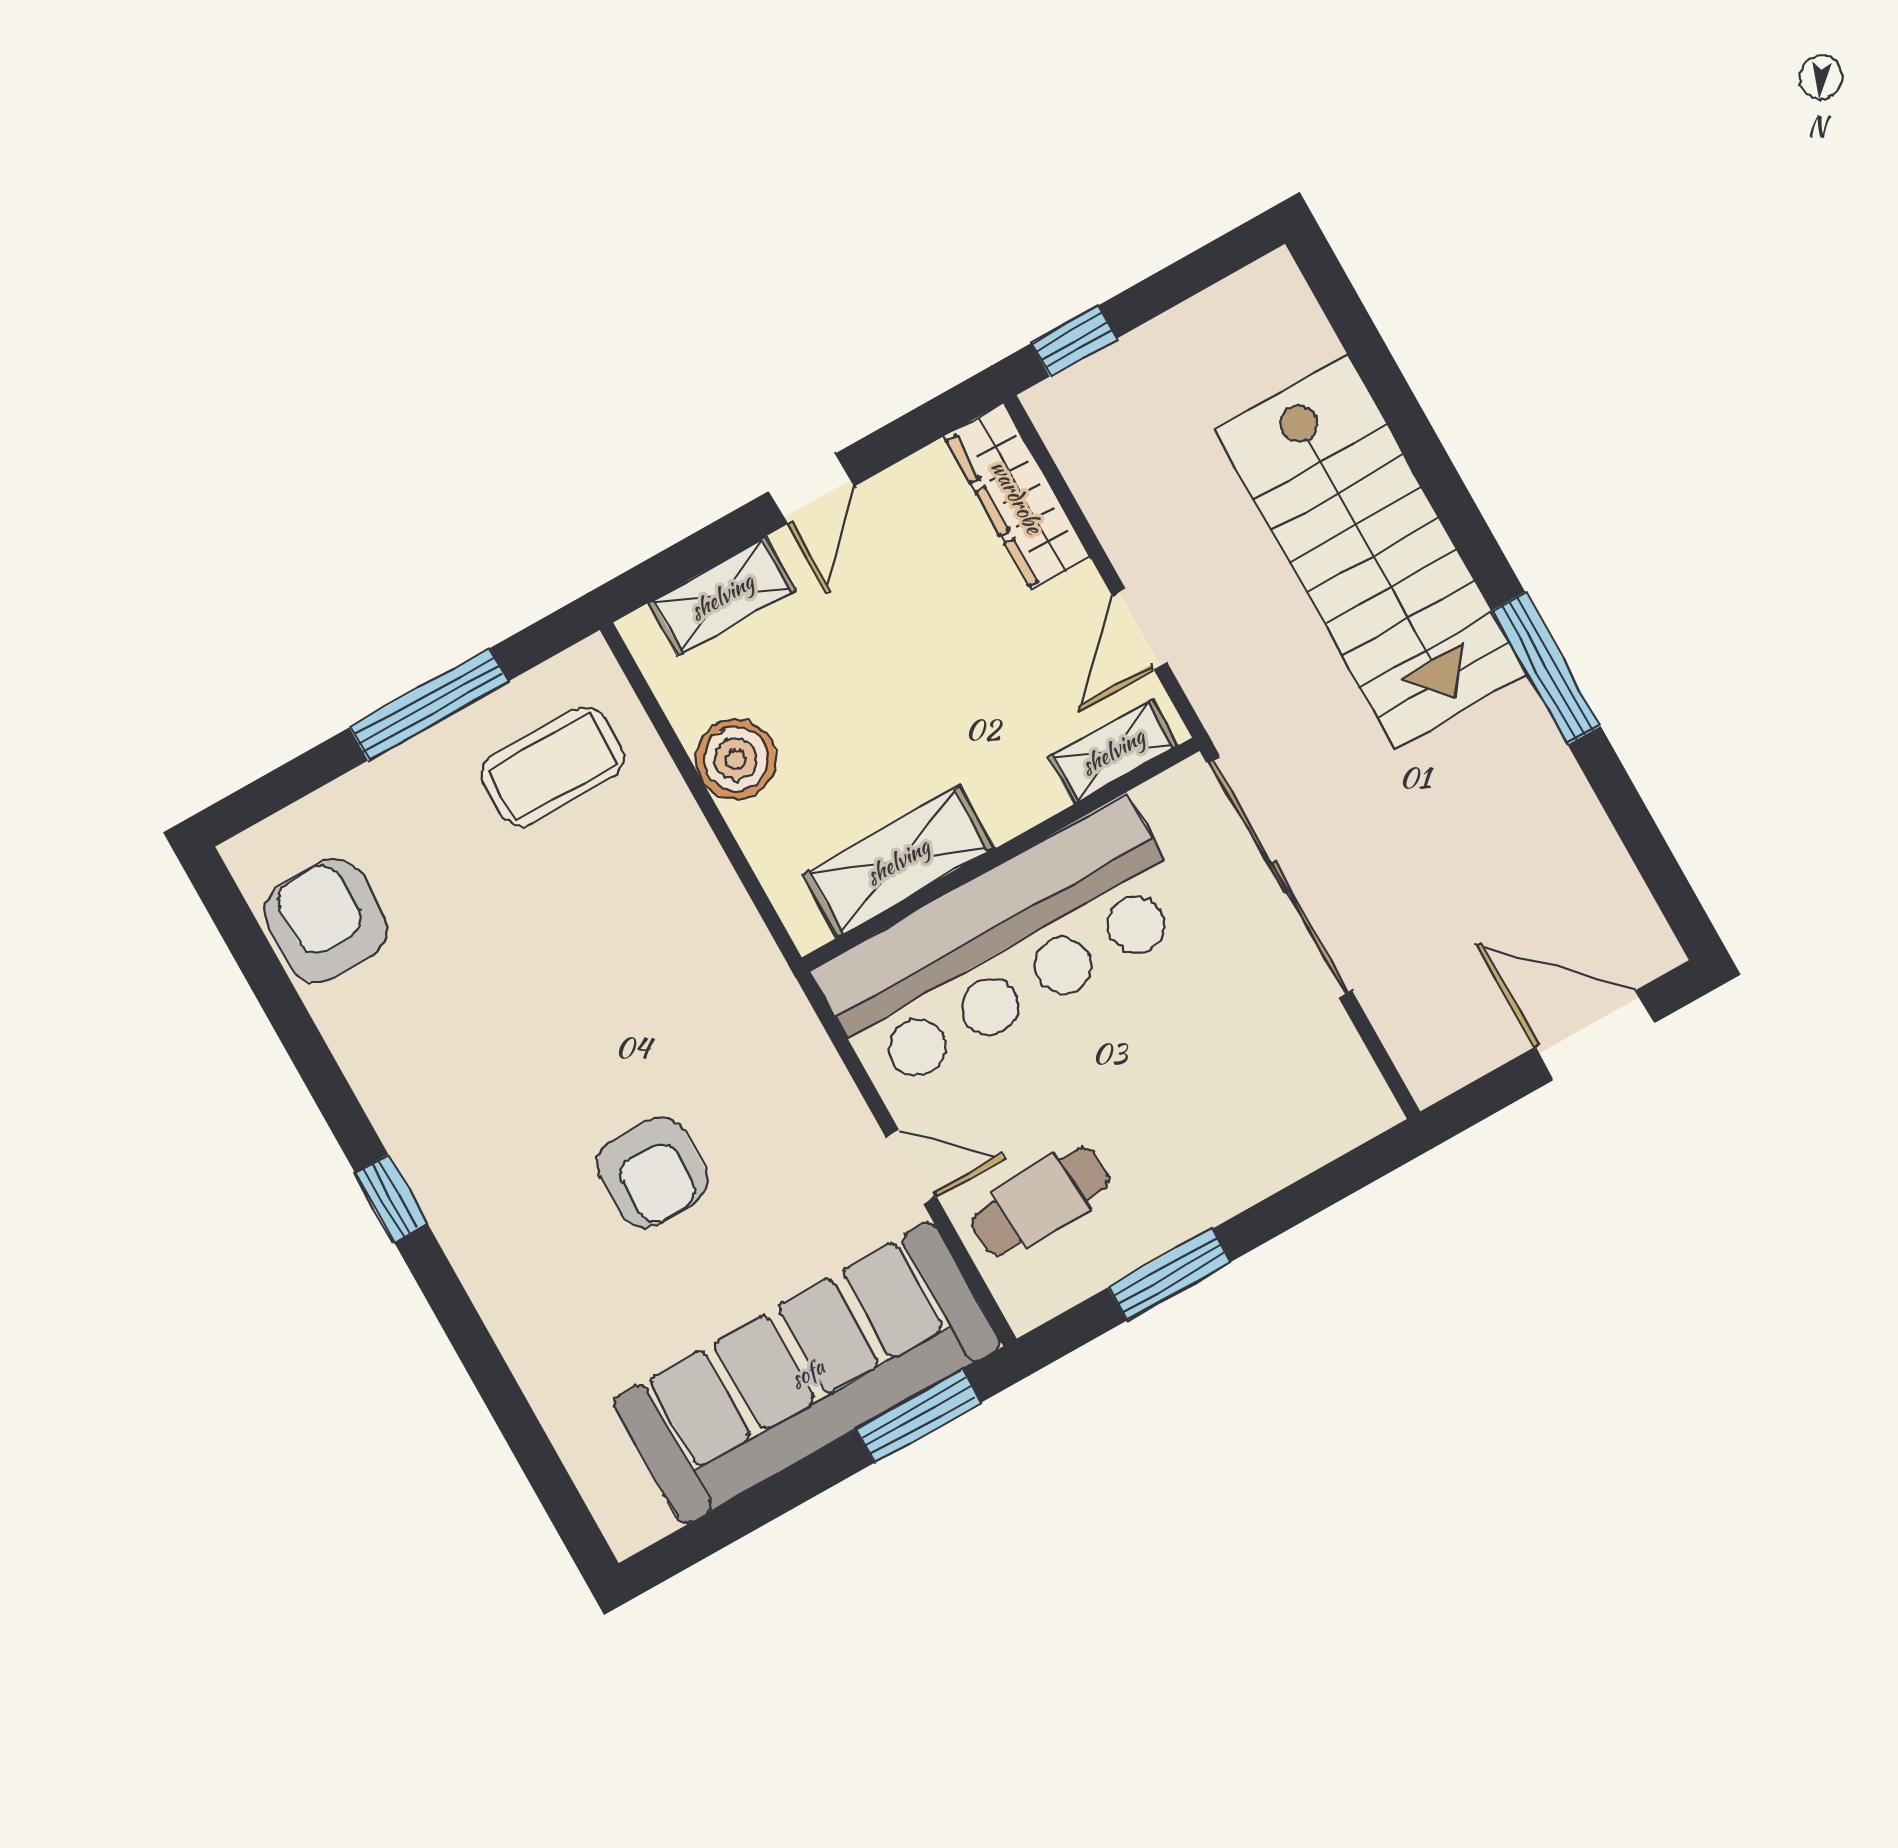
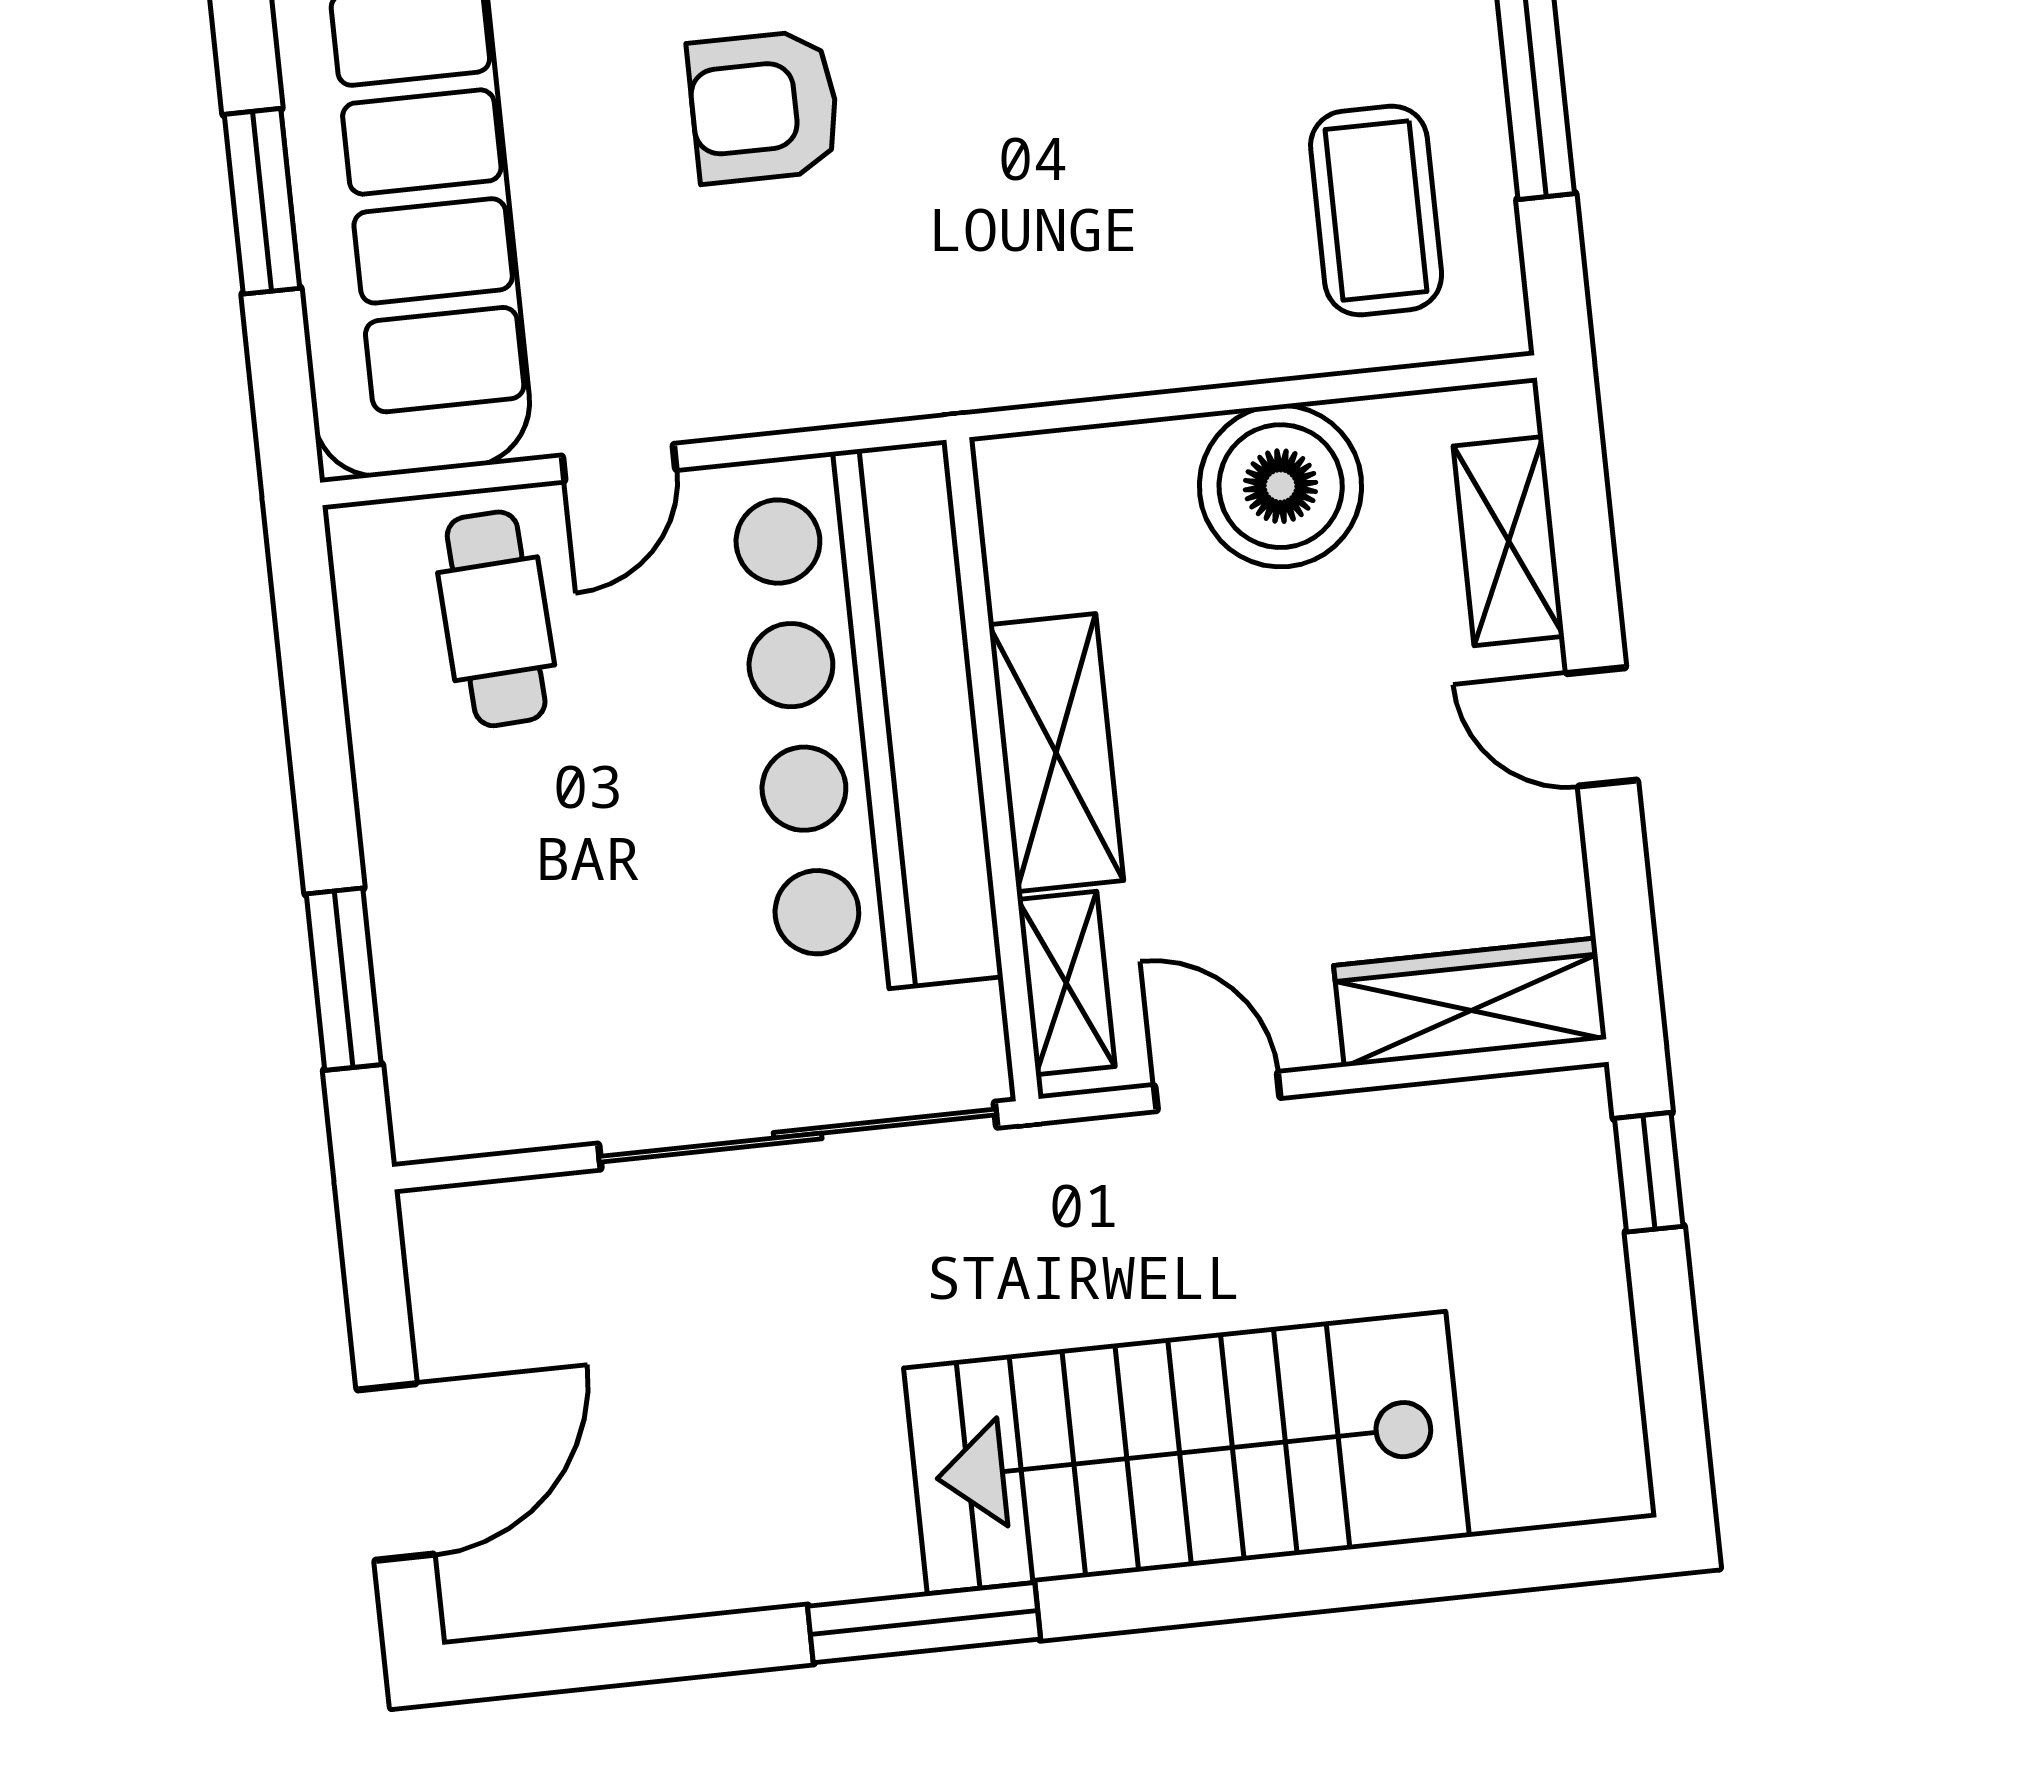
boiler: (736, 759) -> (1281, 486), width x1.37, depth x1.37
shelving: (898, 861) -> (1056, 753), moved
window: (1169, 1275) -> (344, 979), moved
window: (918, 1416) -> (262, 201), moved

